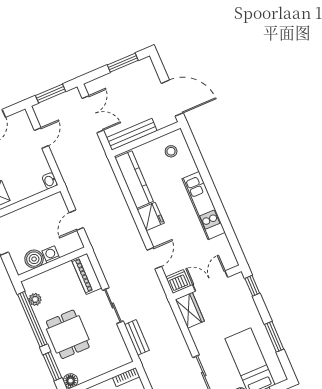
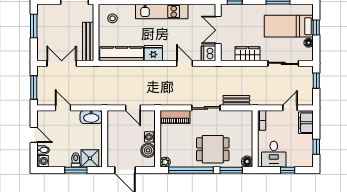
washbasin: (50, 181) -> (91, 117), width x1.91, depth x1.45
plant: (35, 299) -> (165, 162), moved
wardrobe: (190, 310) -> (248, 54), moved

